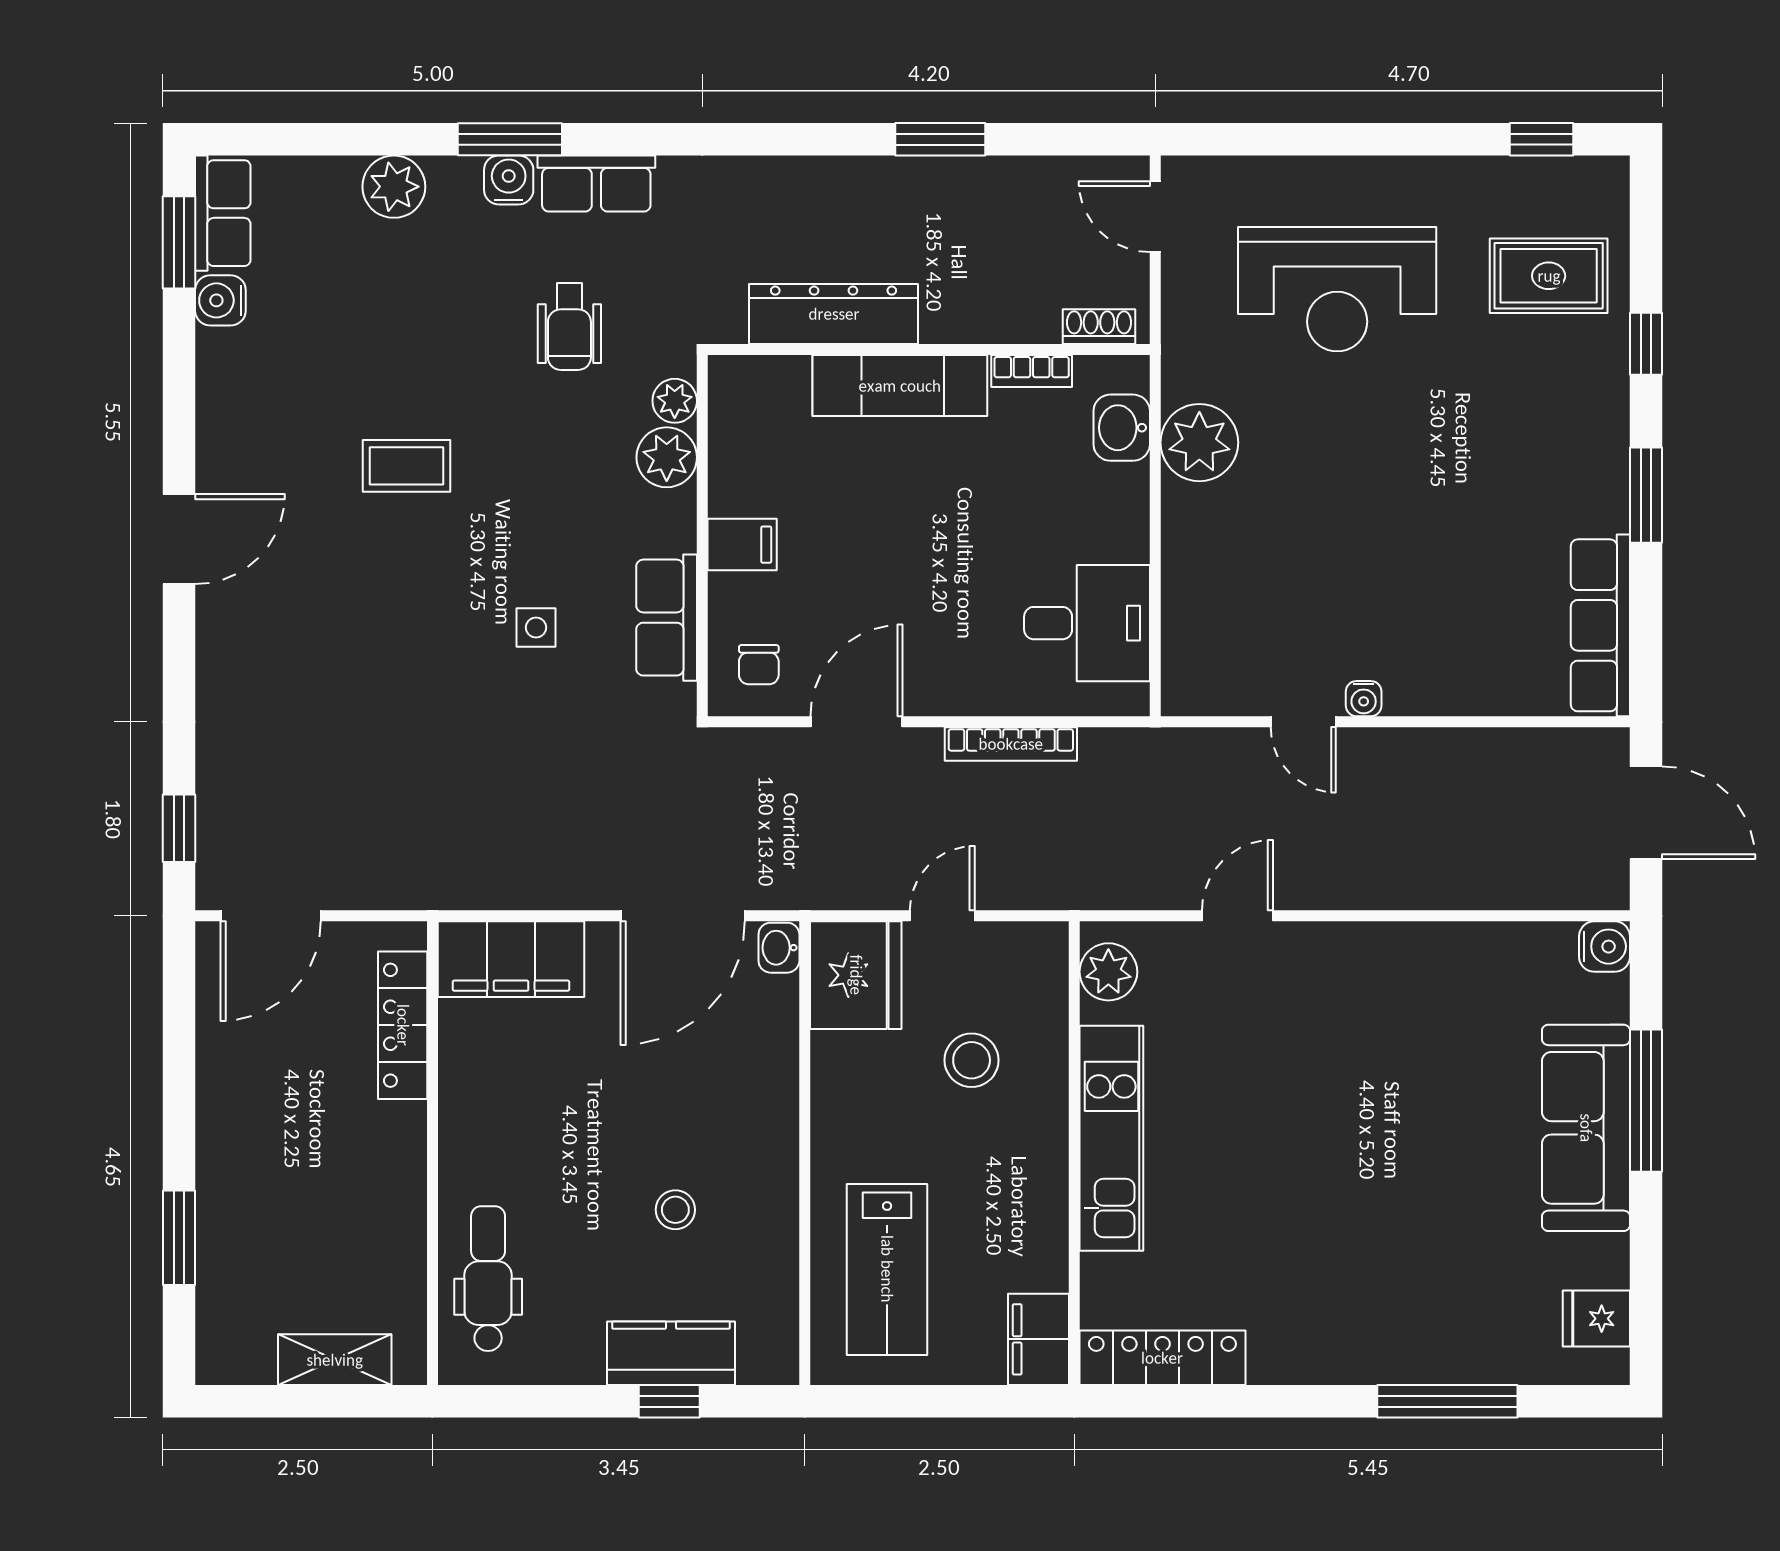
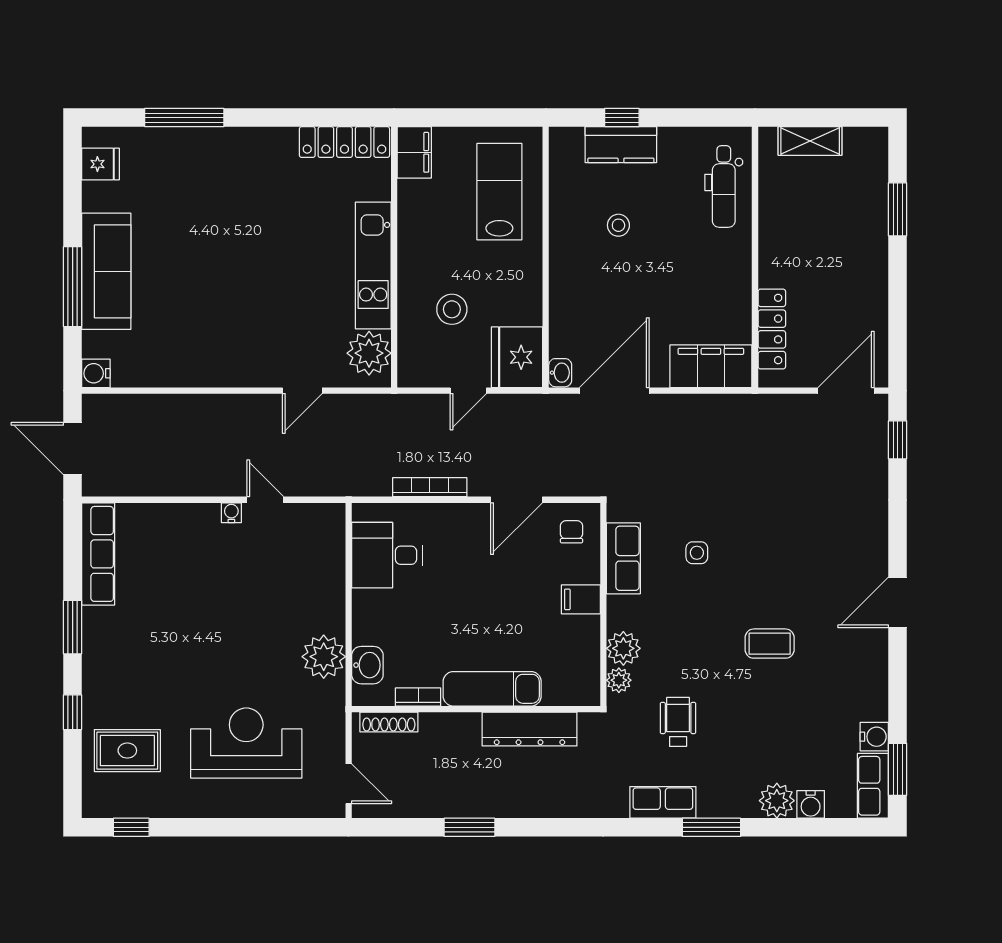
water cooler: (509, 180) -> (811, 804), moved
shoe rack: (1099, 327) -> (389, 722), width x1.43
plant: (1108, 972) -> (369, 353), width x1.36, depth x1.36

